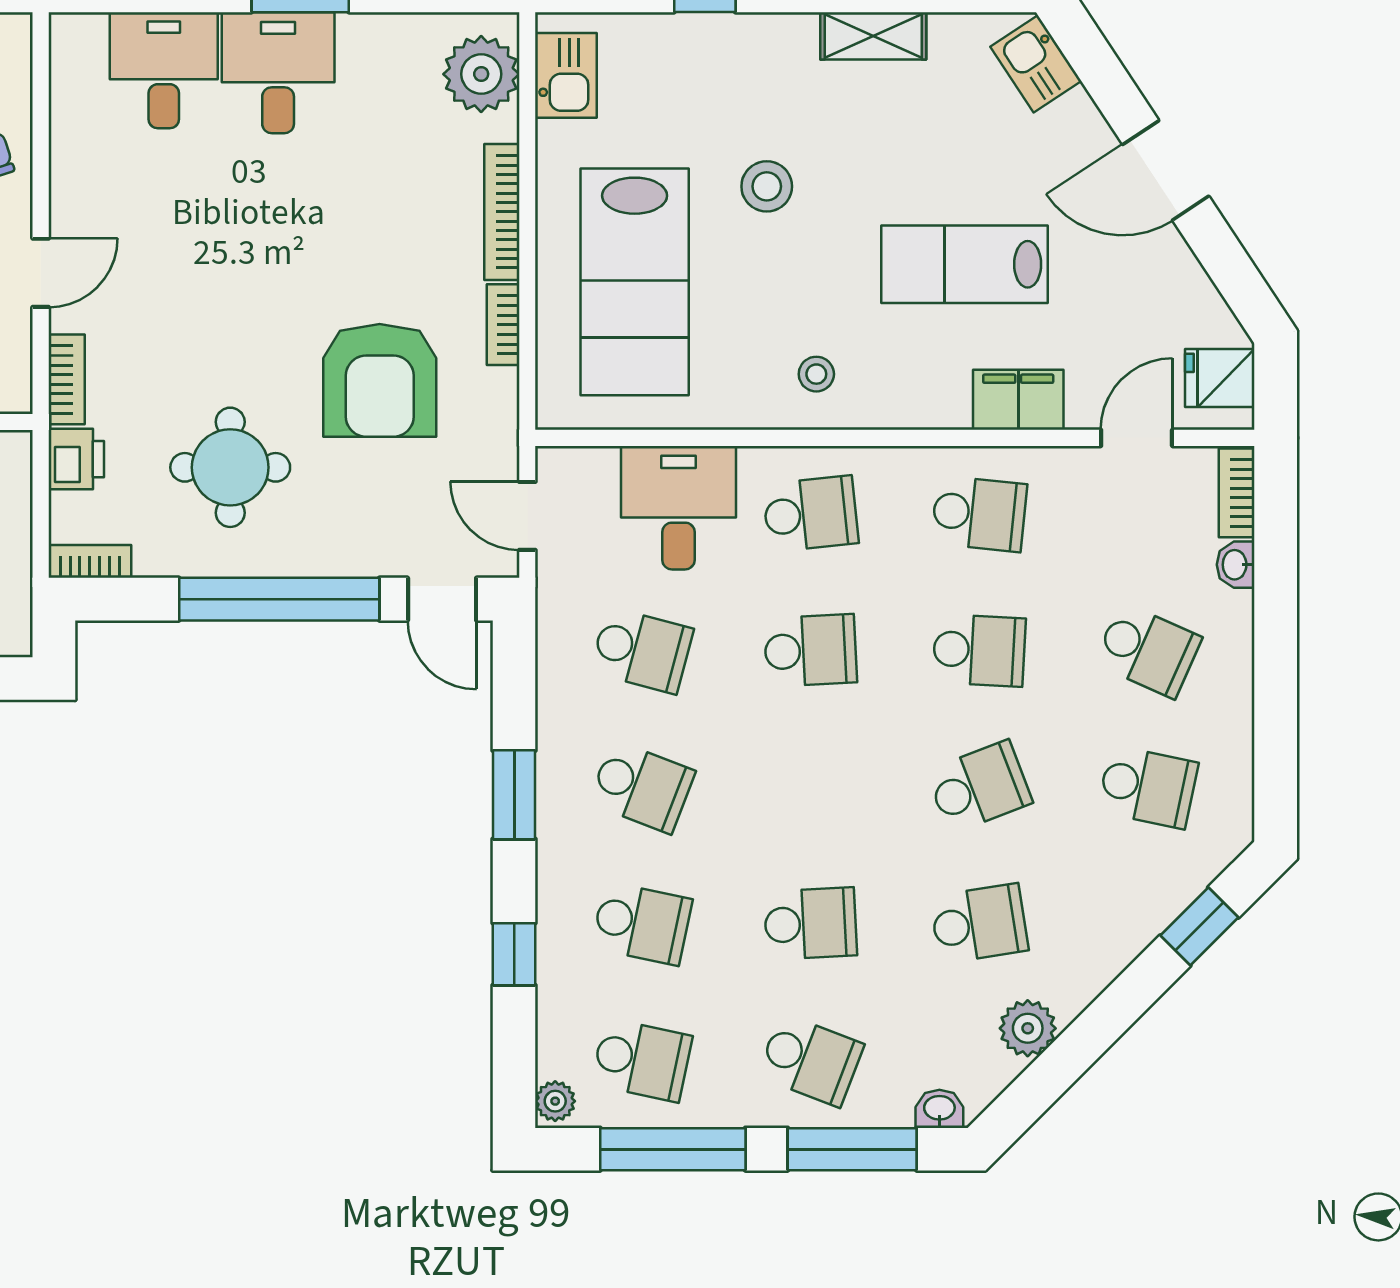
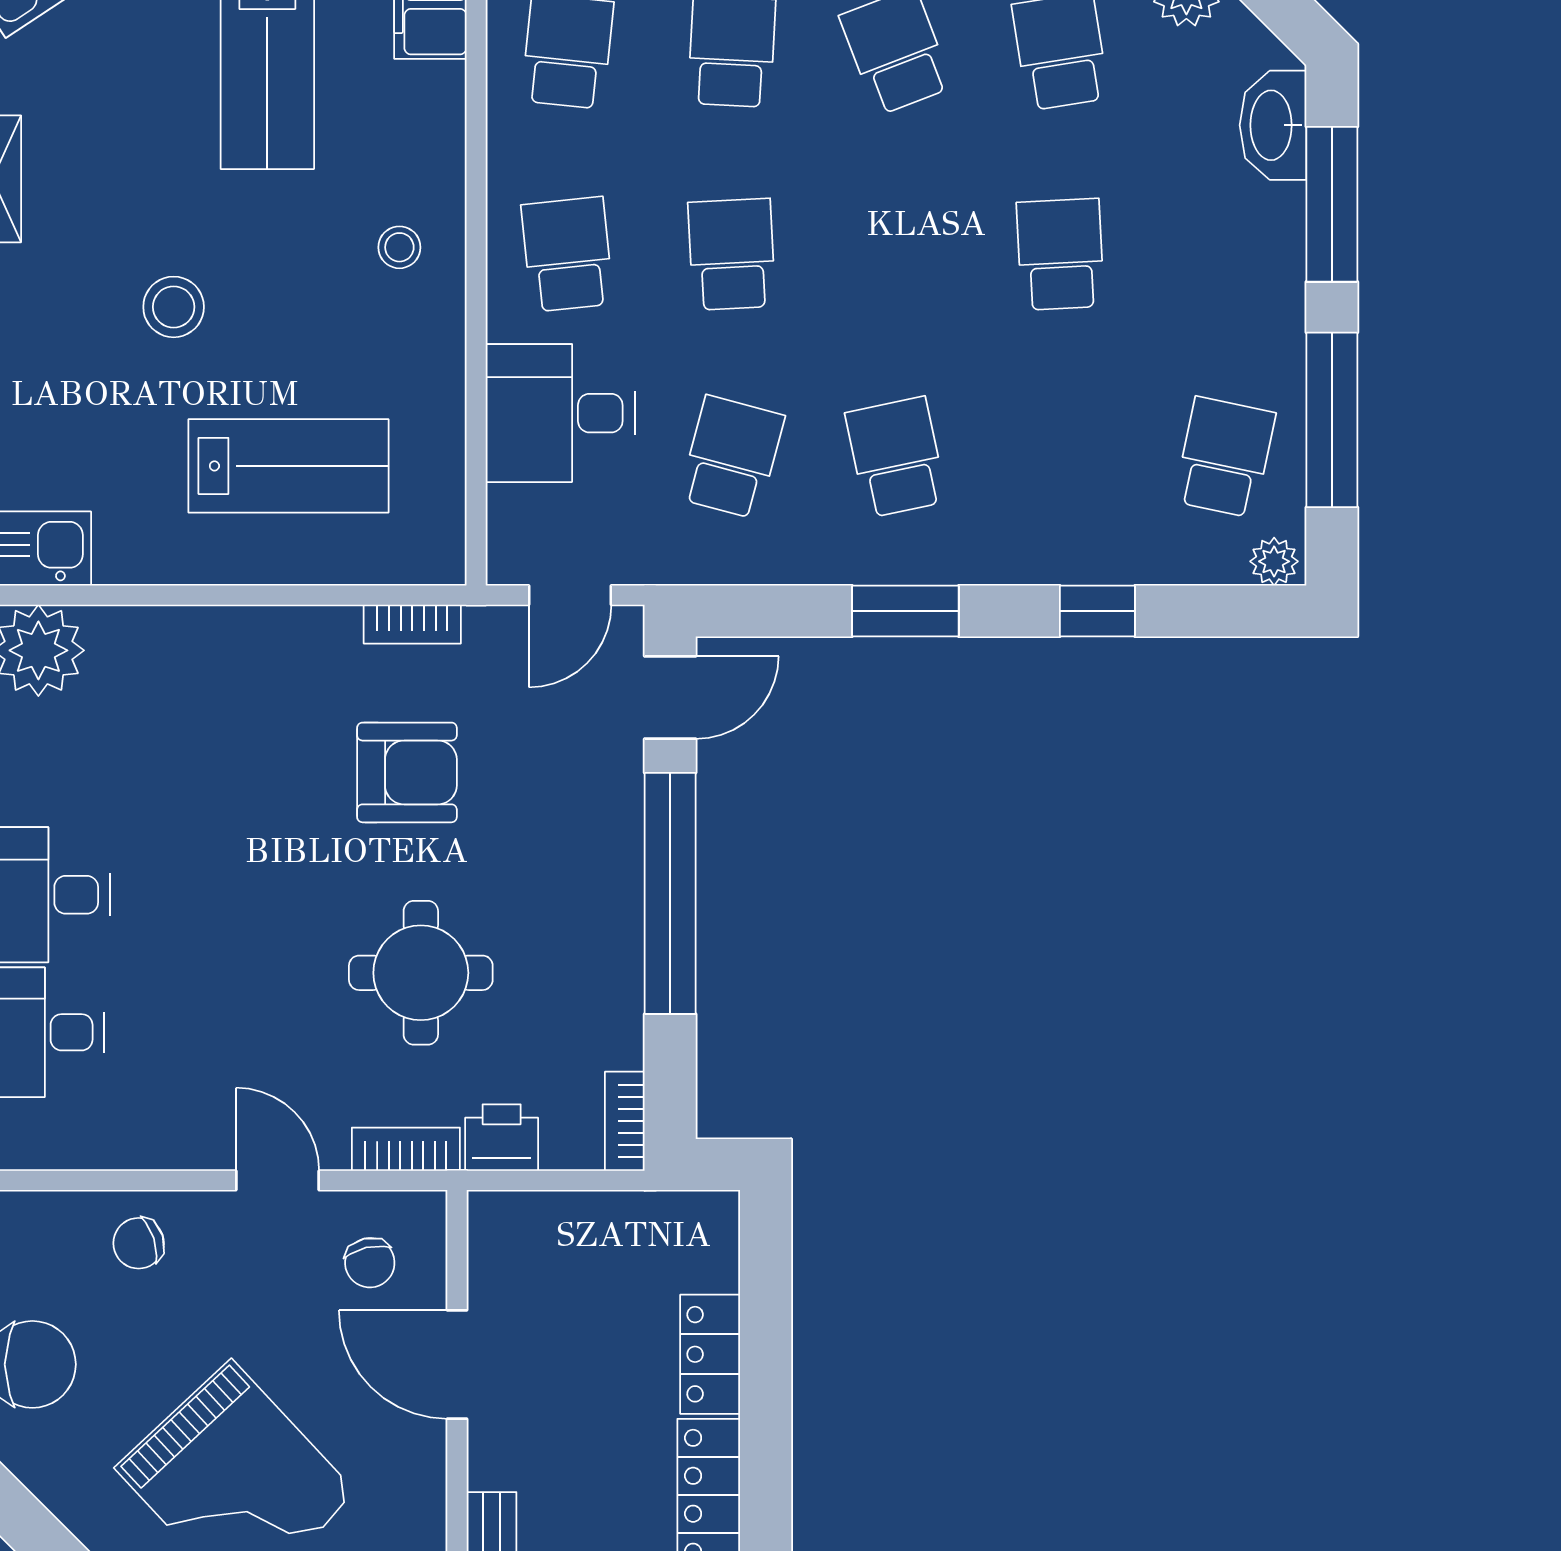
bookcase: (502, 212) -> (204, 626), removed
lab bench: (635, 282) -> (289, 466), width x0.73, depth x0.72
bookcase: (503, 325) -> (412, 624), moved
armchair: (380, 380) -> (407, 772), width x0.73, depth x0.73
round table: (230, 467) -> (421, 973), moved
school desk: (642, 787) -> (896, 457), turned -33
school desk: (642, 923) -> (1060, 457), removed
school desk: (810, 1060) -> (1225, 254), removed
washbasin: (939, 1109) -> (1273, 125), width x1.91, depth x1.45

